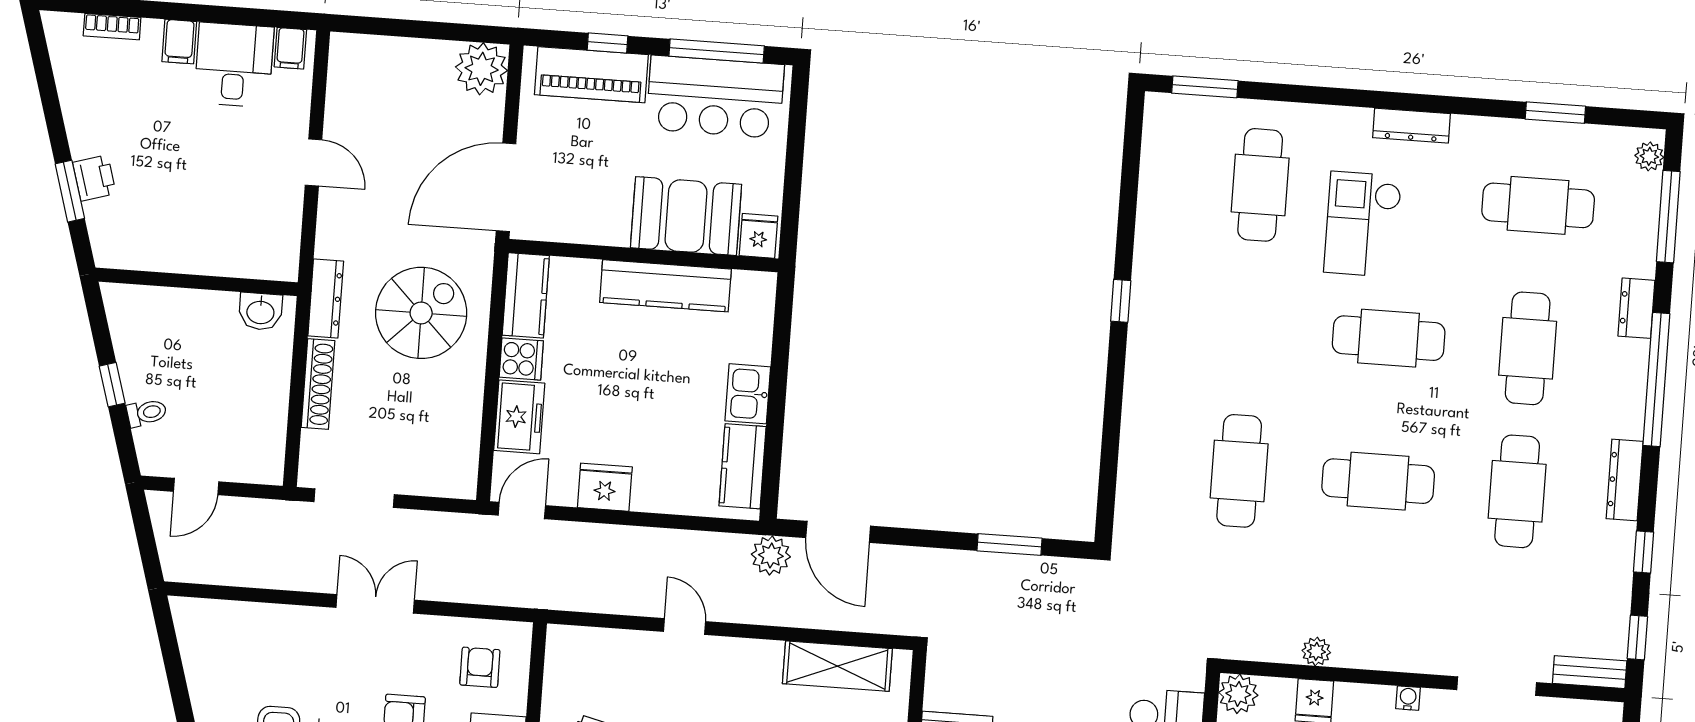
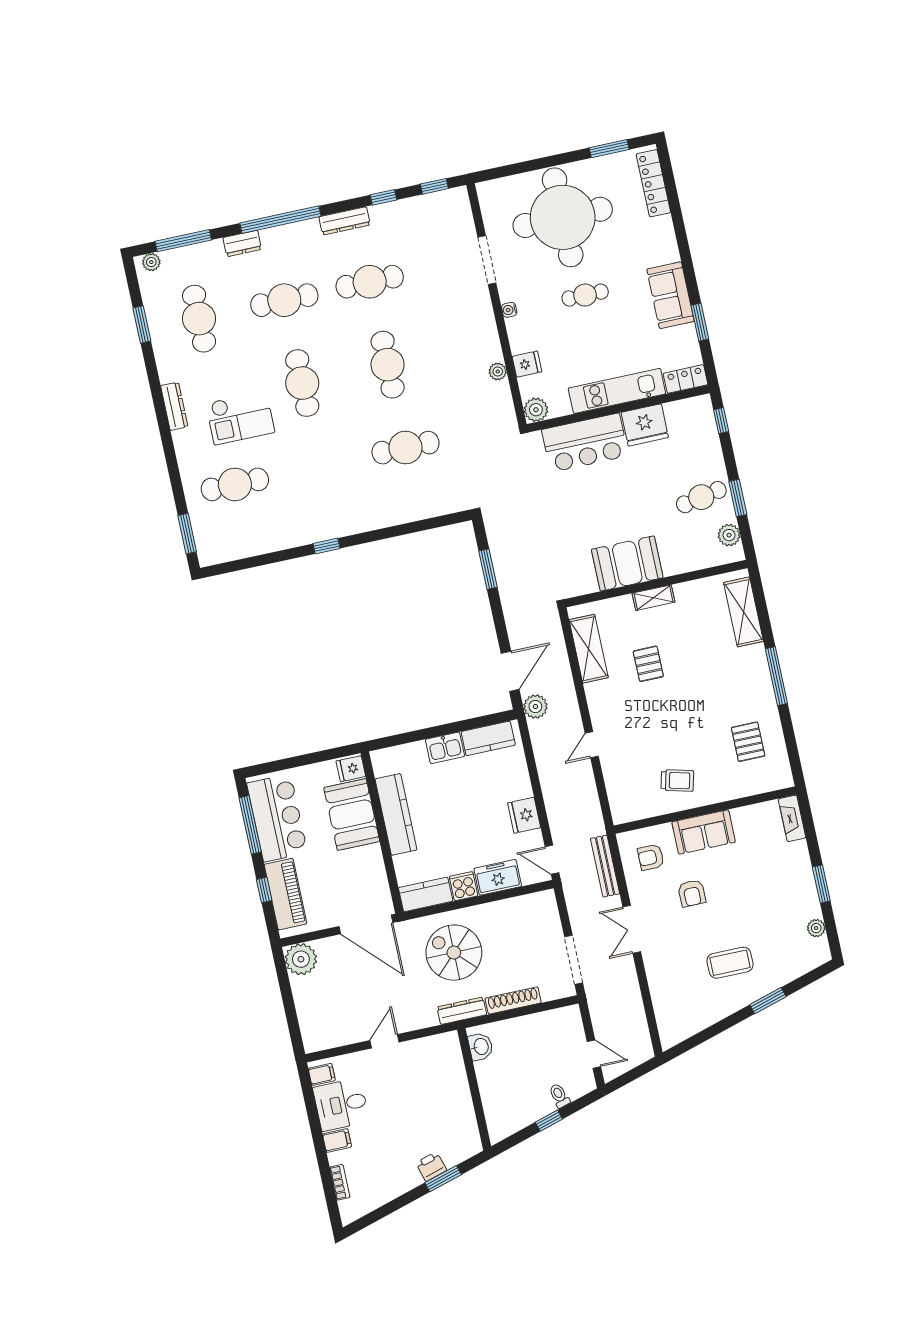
bench: (1590, 672) -> (605, 866), moved, width x1.36

